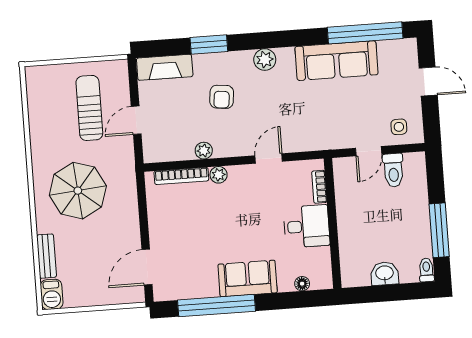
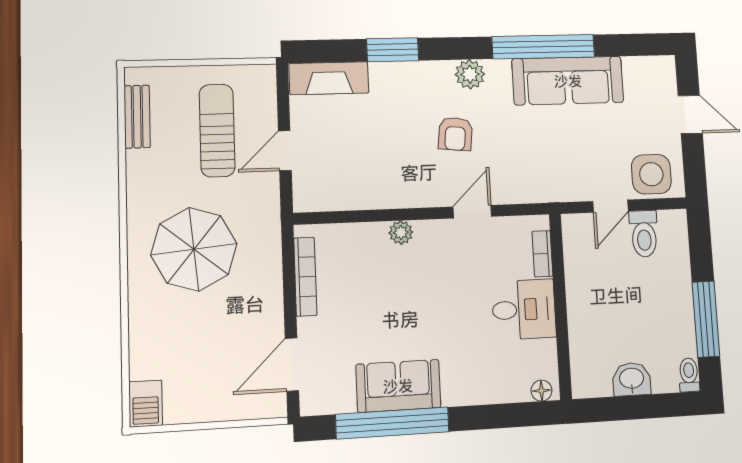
window: (365, 33) -> (543, 47), moved
armchair: (222, 97) -> (455, 134), moved
side table: (399, 127) -> (651, 174), width x1.87, depth x1.87
plant: (204, 151) -> (381, 197), removed
bookcase: (181, 176) -> (305, 277), moved, turned -90
bench: (47, 256) -> (137, 117), moved
sofa: (248, 278) -> (398, 386), moved
floor lamp: (302, 284) -> (541, 391), moved

